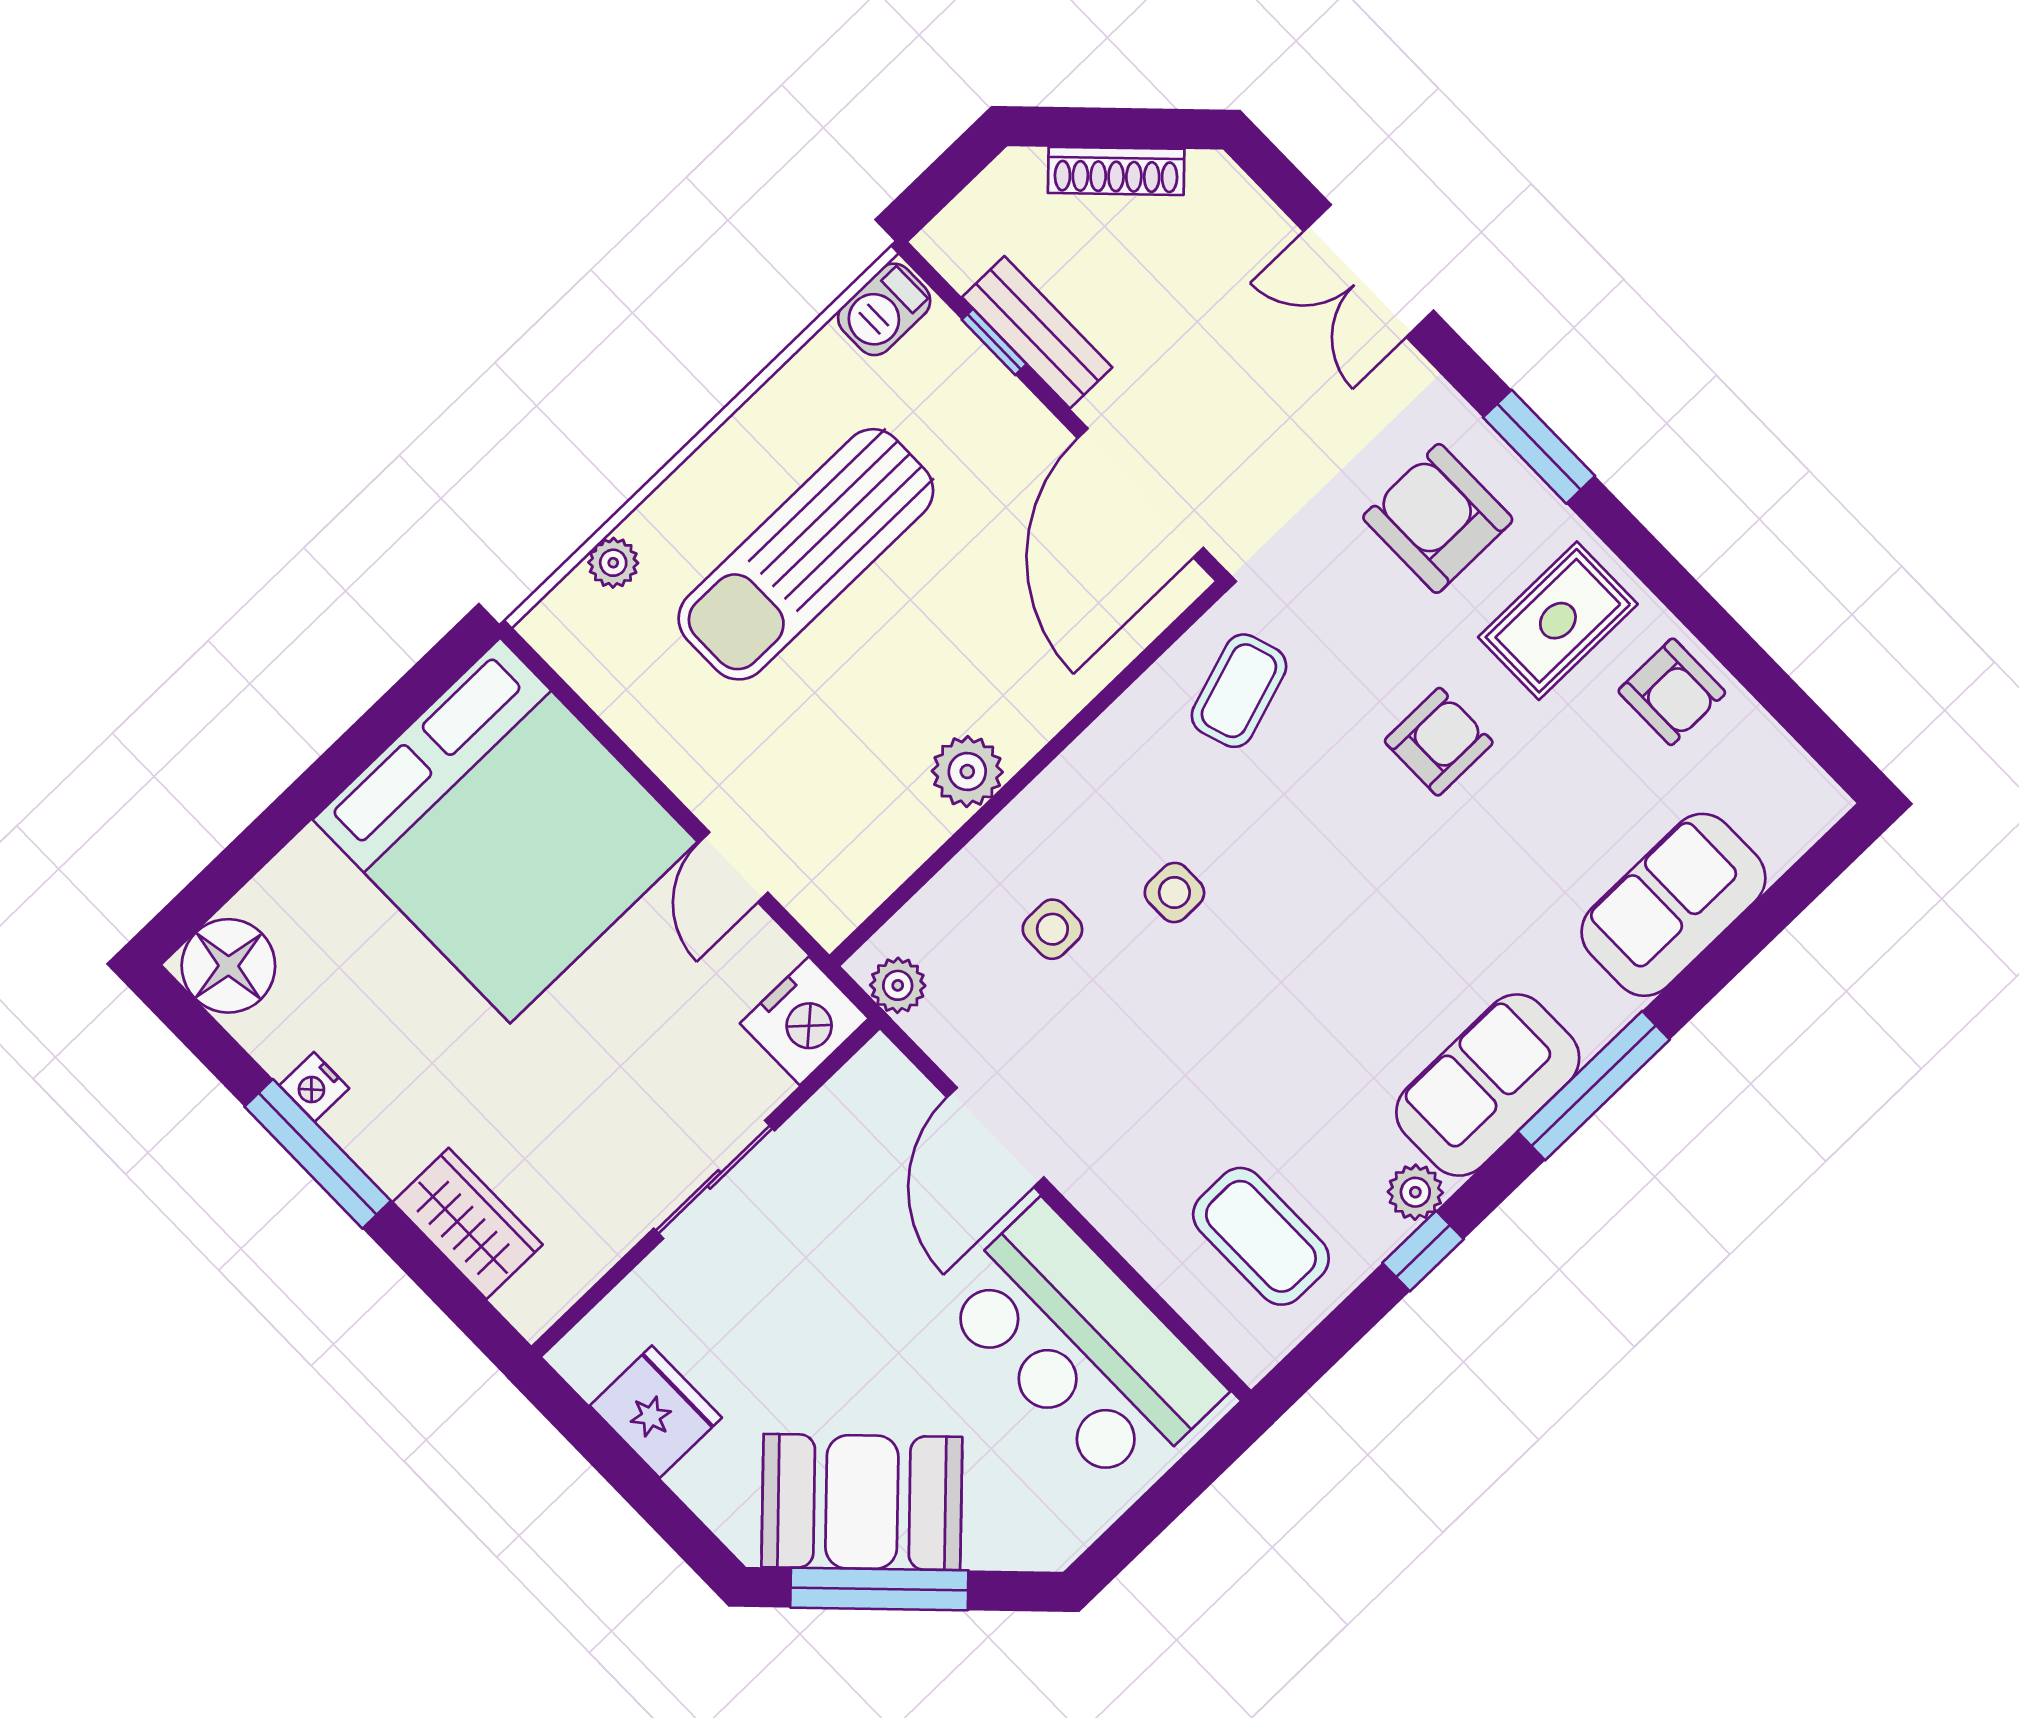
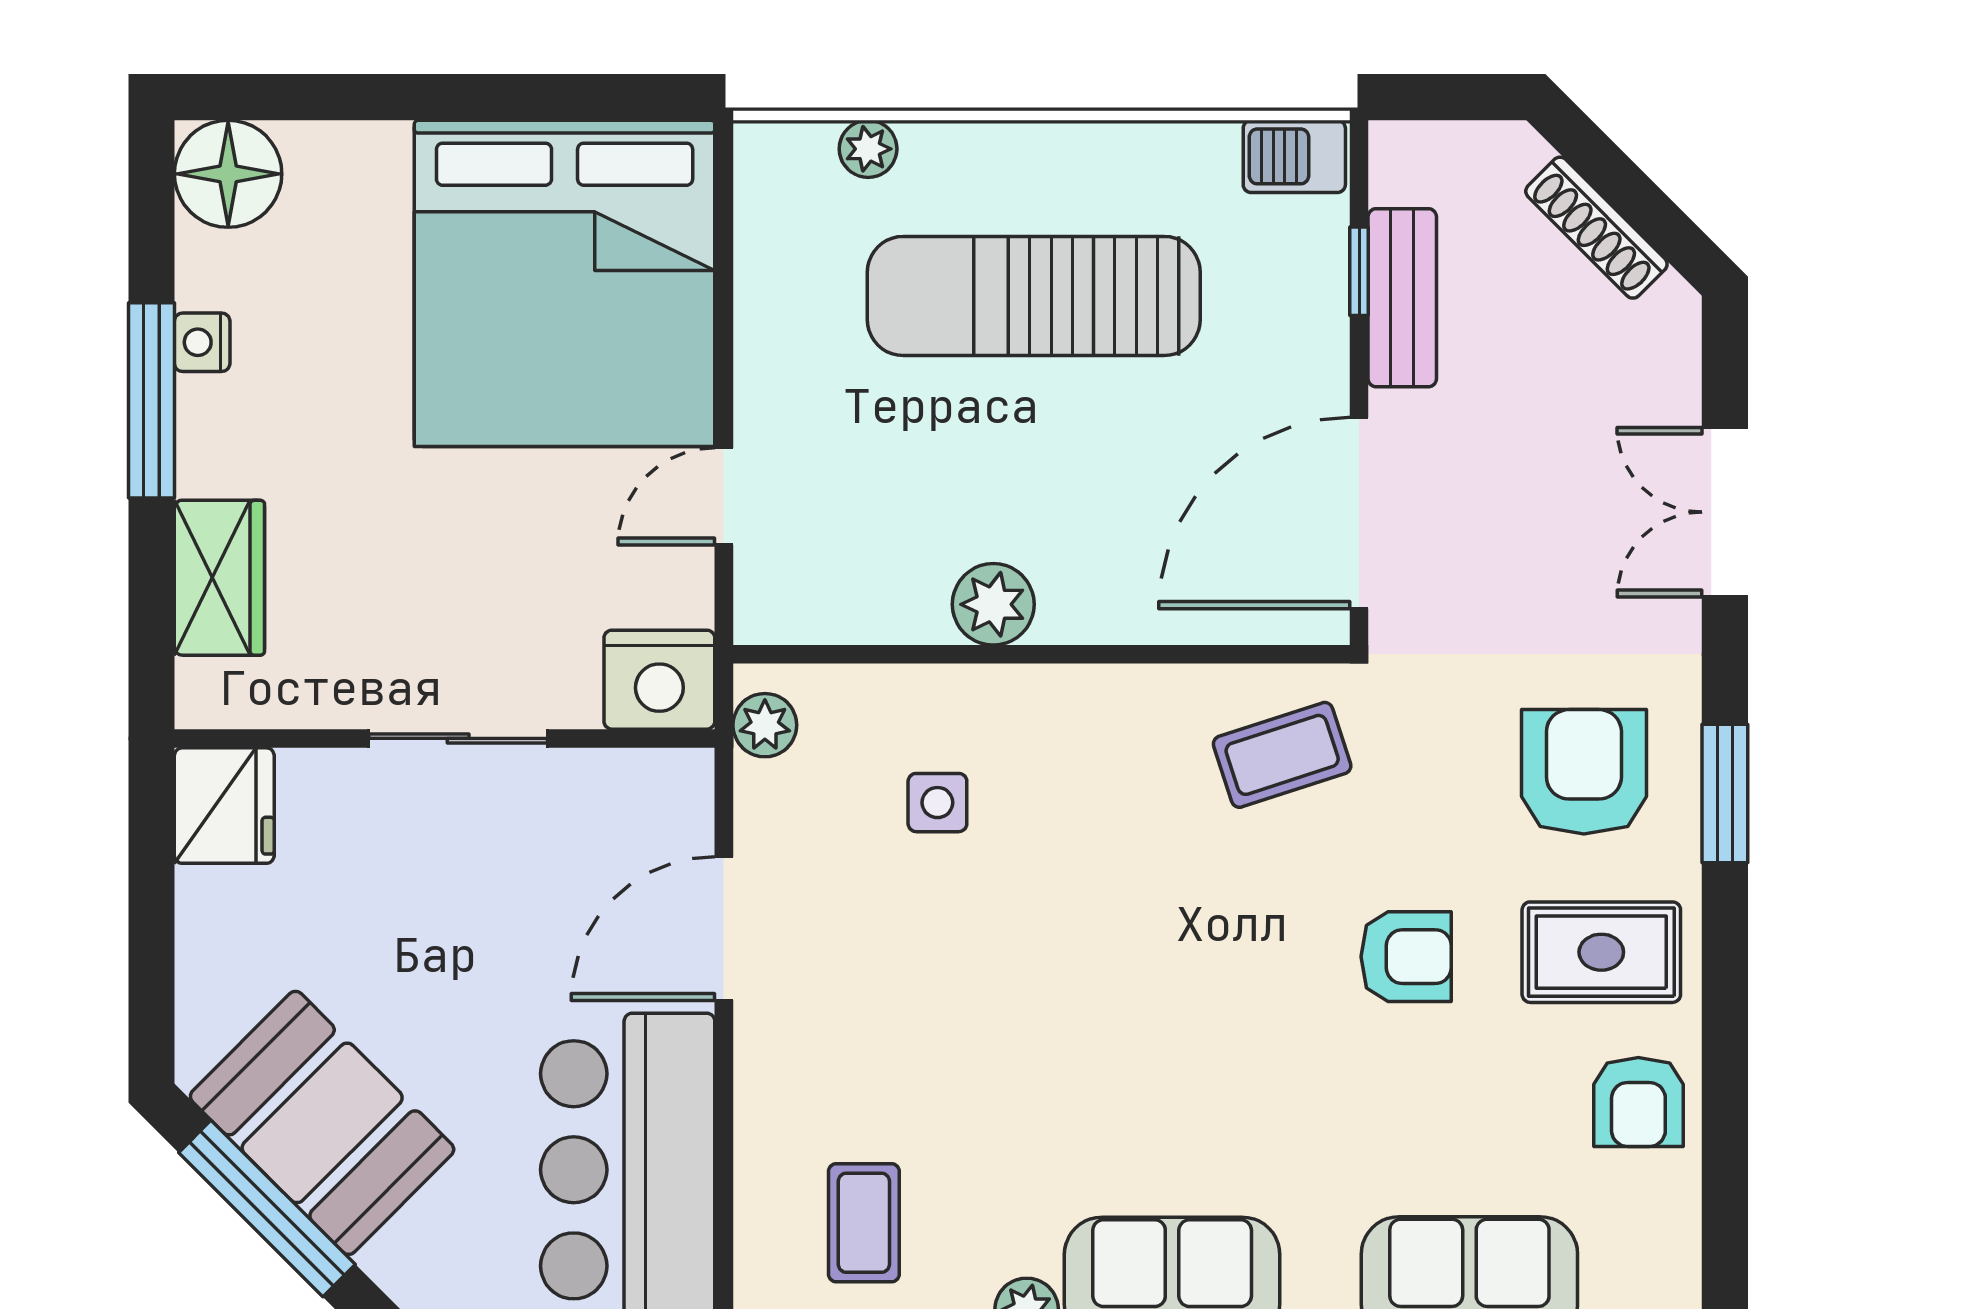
side table: (1174, 893) -> (1067, 870), removed
coffee table: (1261, 1236) -> (864, 1223), width x0.73, depth x0.77
fridge: (656, 1412) -> (224, 806), moved

